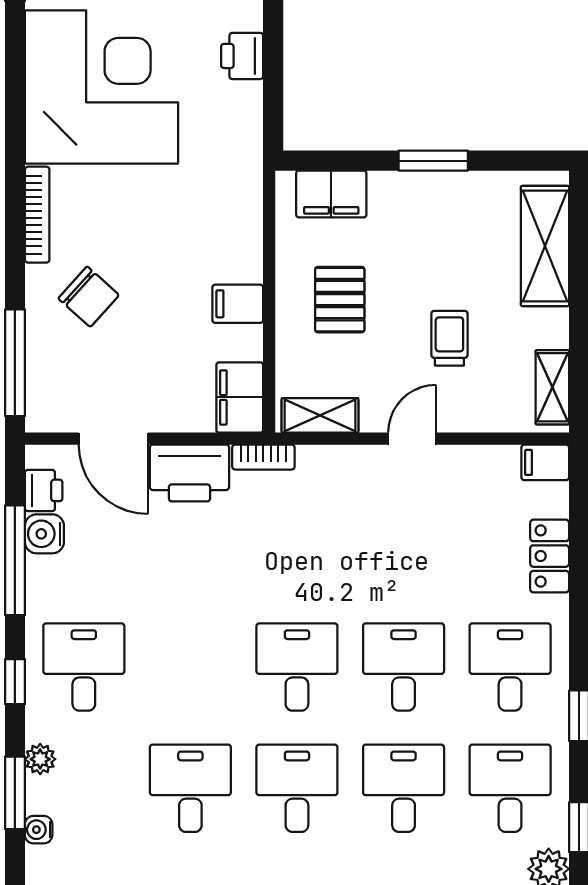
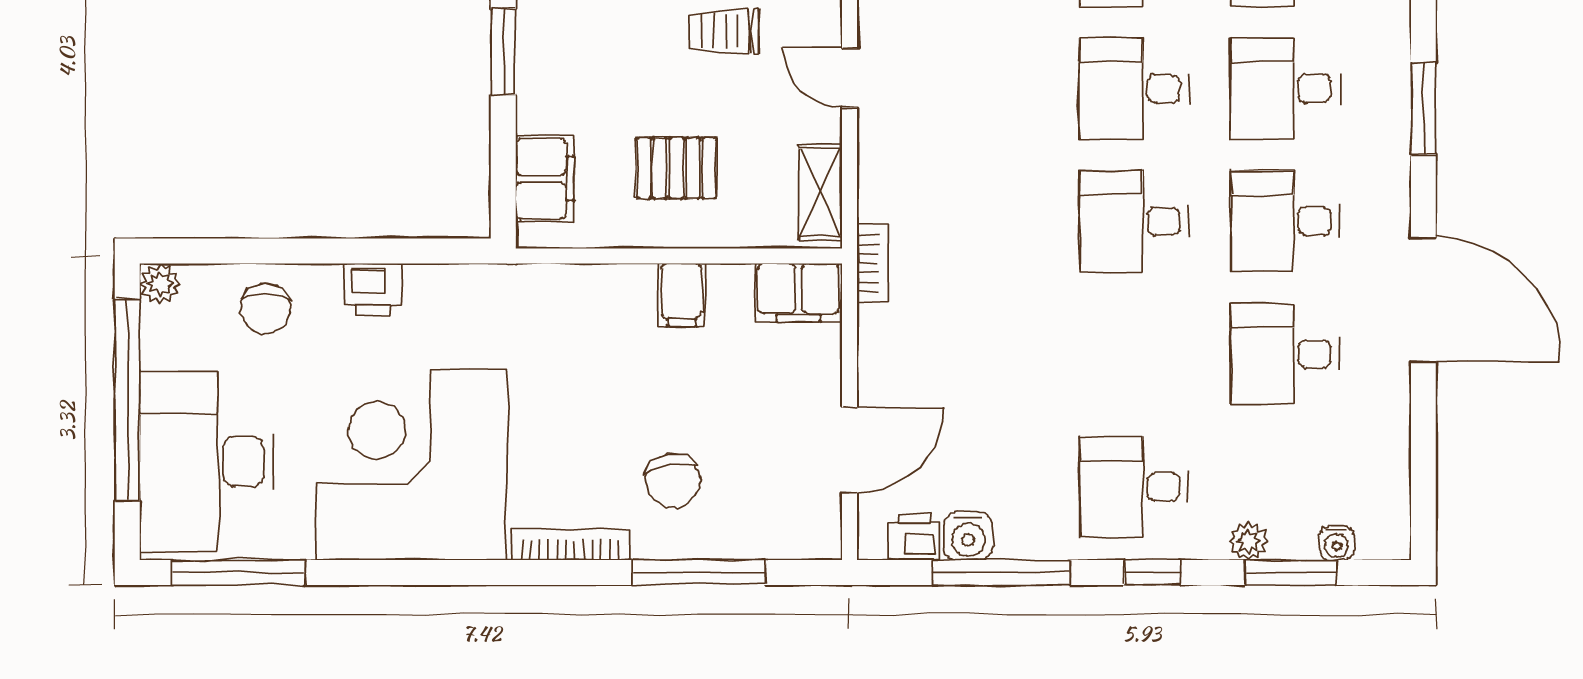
chair: (89, 297) -> (673, 481), turned 127
window: (15, 363) -> (699, 573), moved
printer: (189, 473) -> (892, 355), removed

